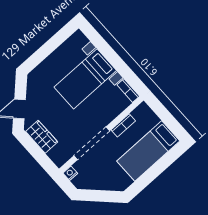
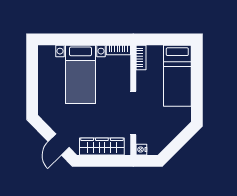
bookcase: (123, 125) -> (141, 58), moved
wardrobe: (42, 137) -> (102, 146), width x1.50

